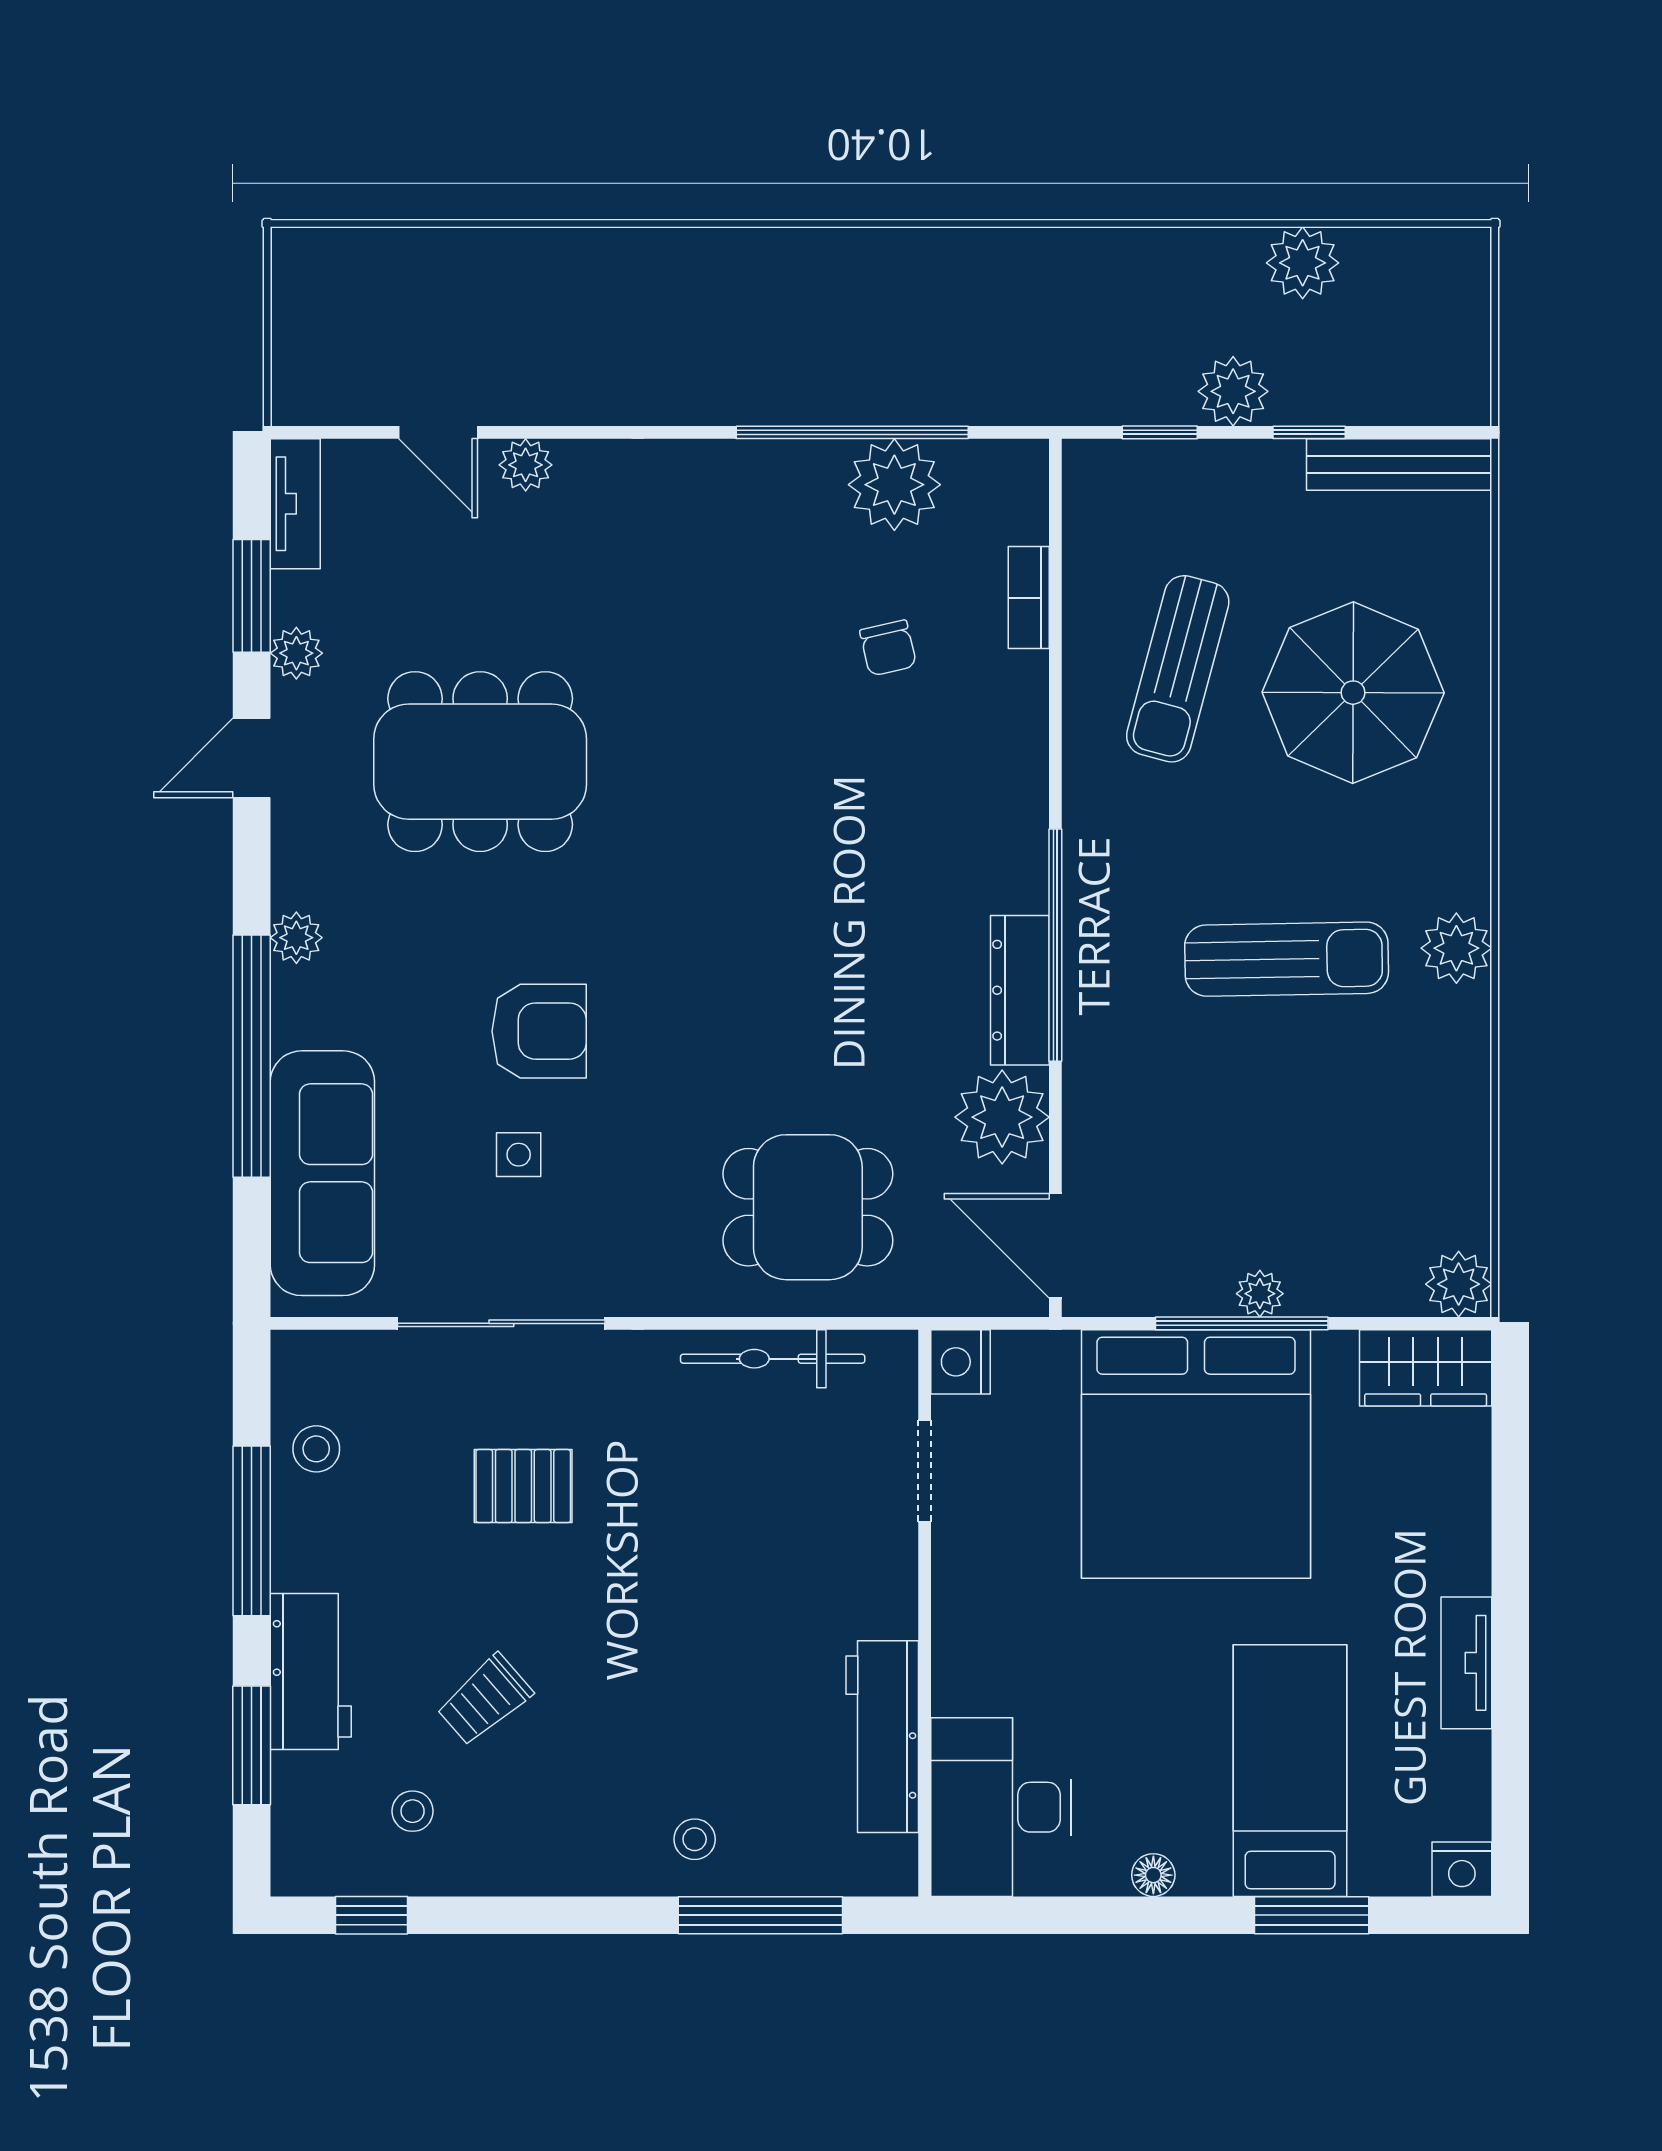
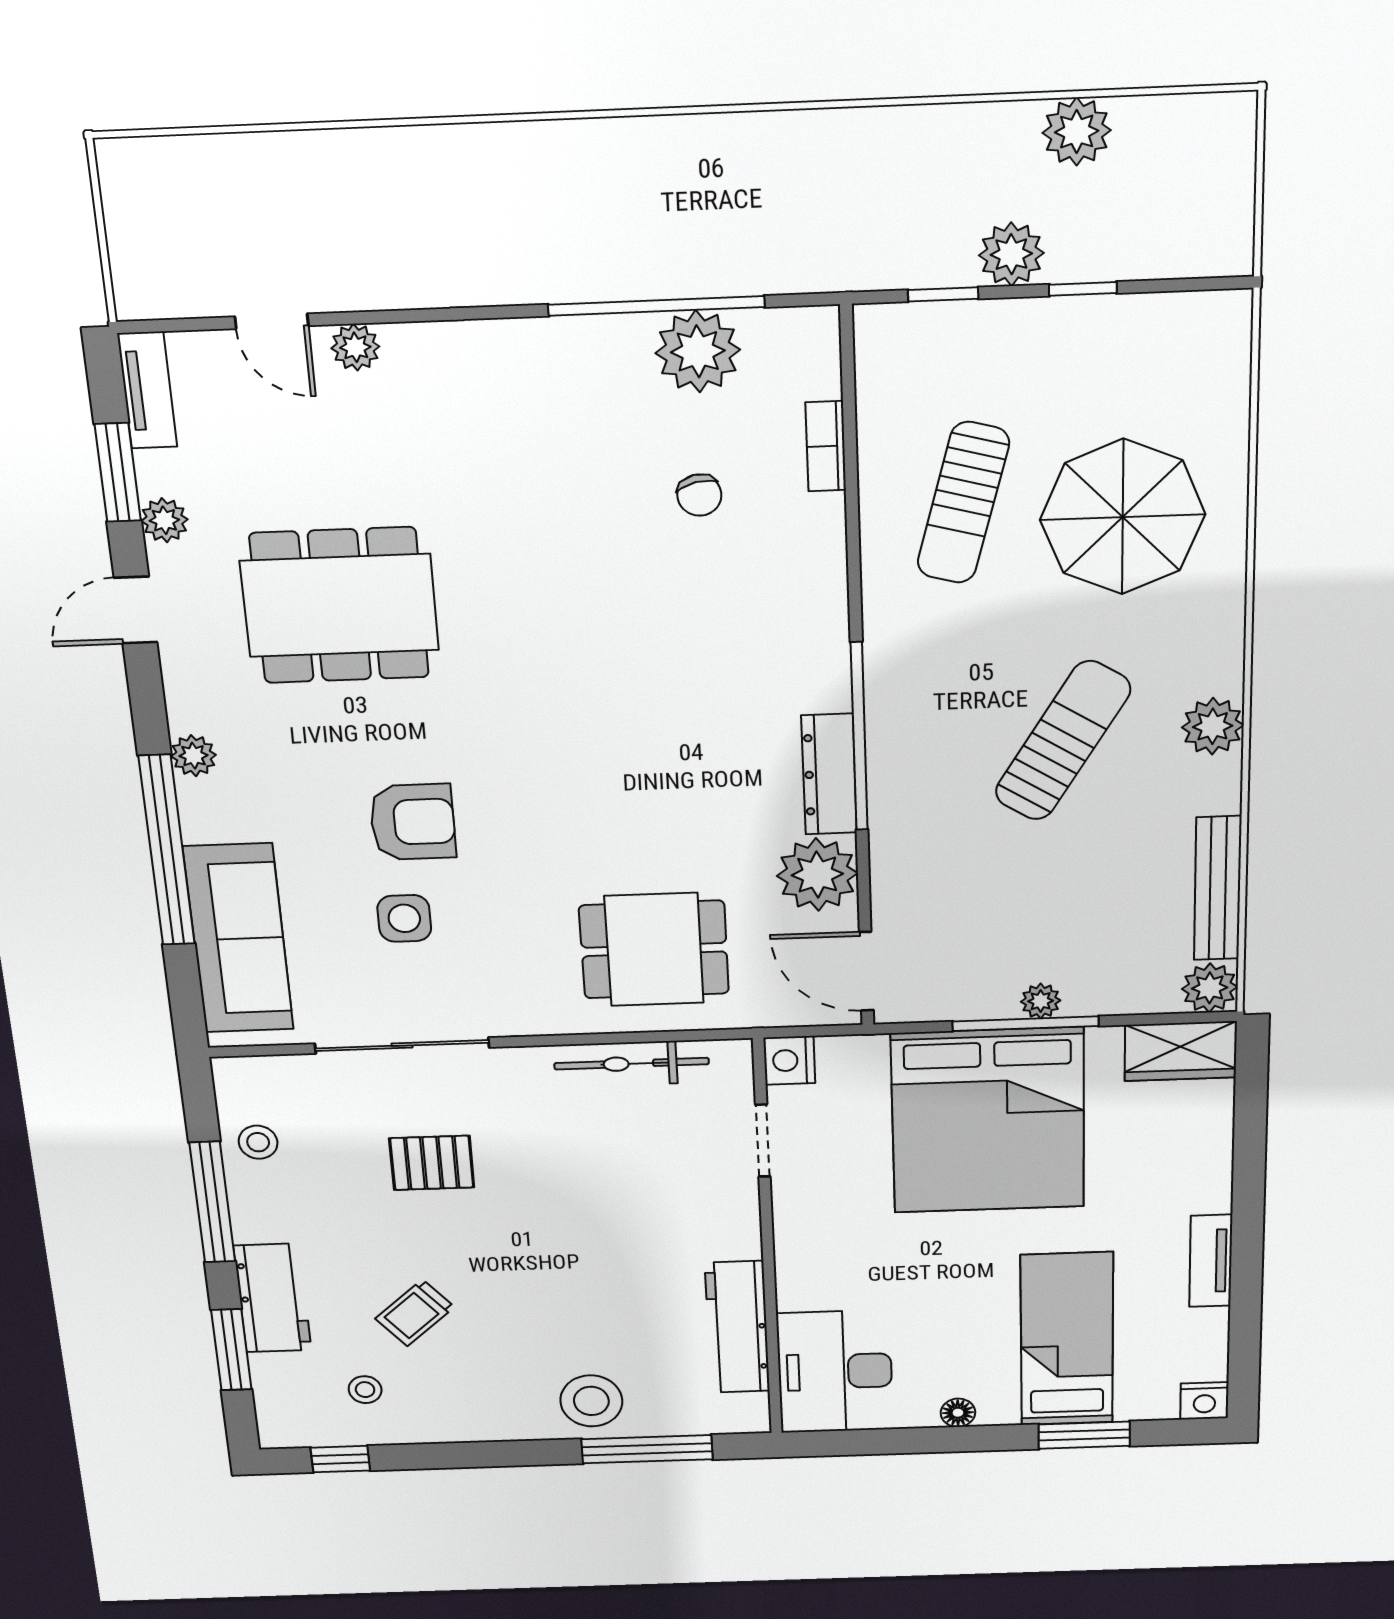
bench: (1399, 464) -> (1218, 888), moved, turned 90
sun lounger: (1287, 959) -> (1063, 741), turned -57
side table: (519, 1155) -> (404, 918), width x1.37, depth x1.37
stool: (695, 1839) -> (591, 1401), width x1.89, depth x1.89

